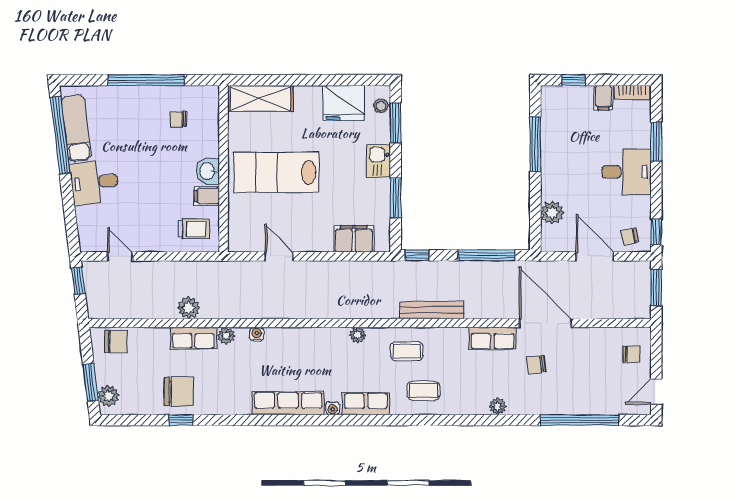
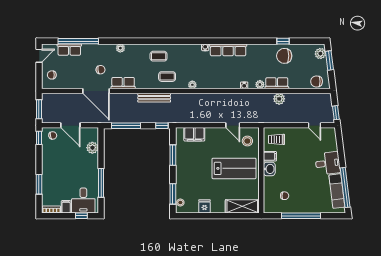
fridge: (344, 103) -> (204, 206), width x0.53, depth x0.75
kitchen sink: (378, 161) -> (182, 174), removed
desk: (627, 172) -> (83, 201), moved, turned -90
stool: (251, 226) -> (247, 141), added
row of seats: (366, 404) -> (69, 50), moved

